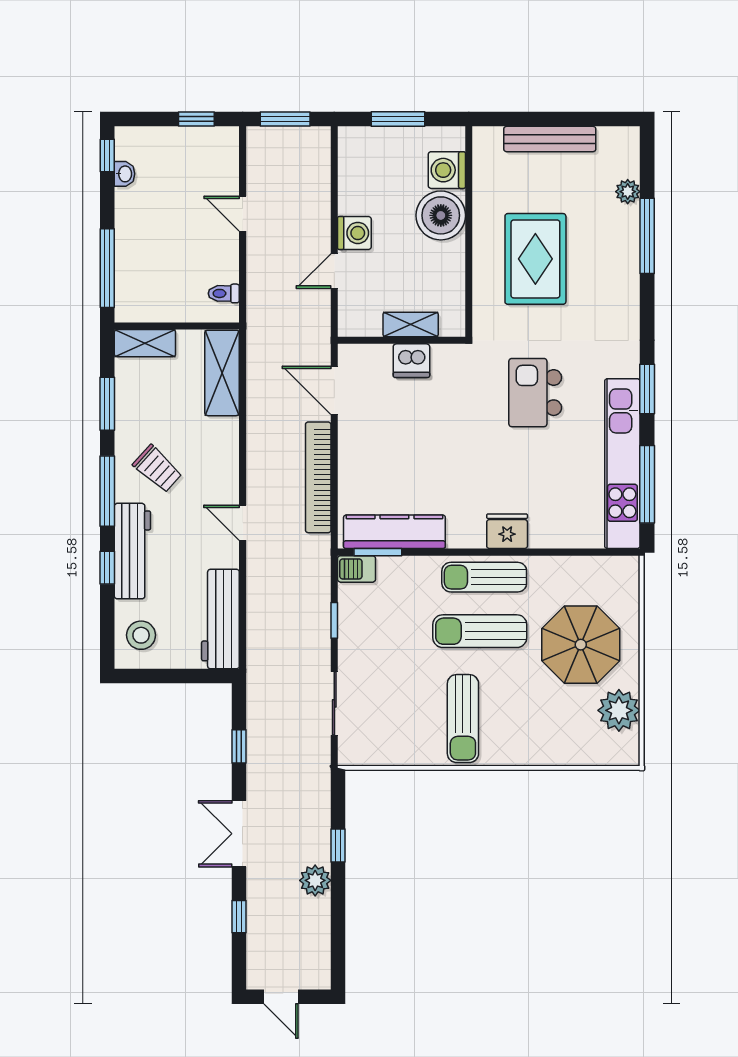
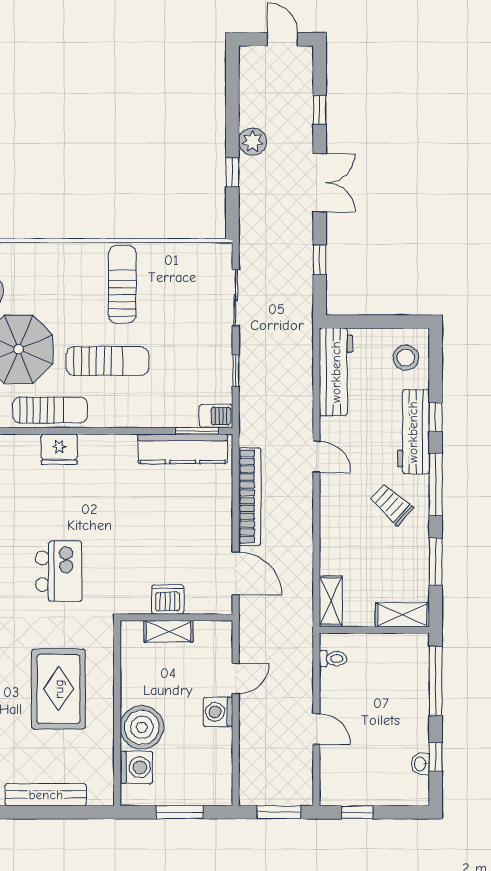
window: (107, 156) -> (436, 757), moved
shelving: (222, 373) -> (331, 601), width x0.67, depth x0.75
fridge: (507, 531) -> (59, 449), moved
sun lounger: (484, 577) -> (50, 410), moved

